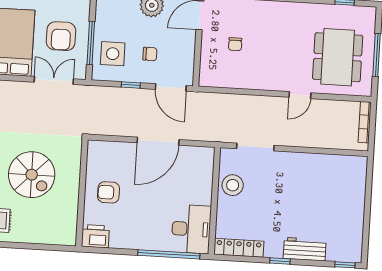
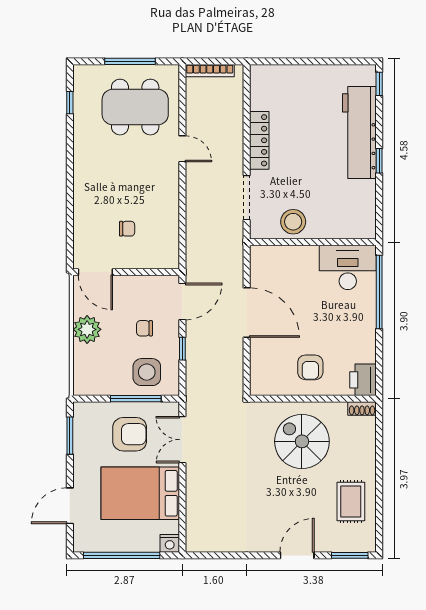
chair: (150, 54) -> (145, 328), turned -90
spiral stairs: (32, 175) -> (302, 441), moved, turned -90
shoe rack: (71, 234) -> (362, 409), added
locker: (239, 248) -> (259, 140), moved, turned 180
workbench: (305, 249) -> (359, 132), width x1.88, depth x1.32

